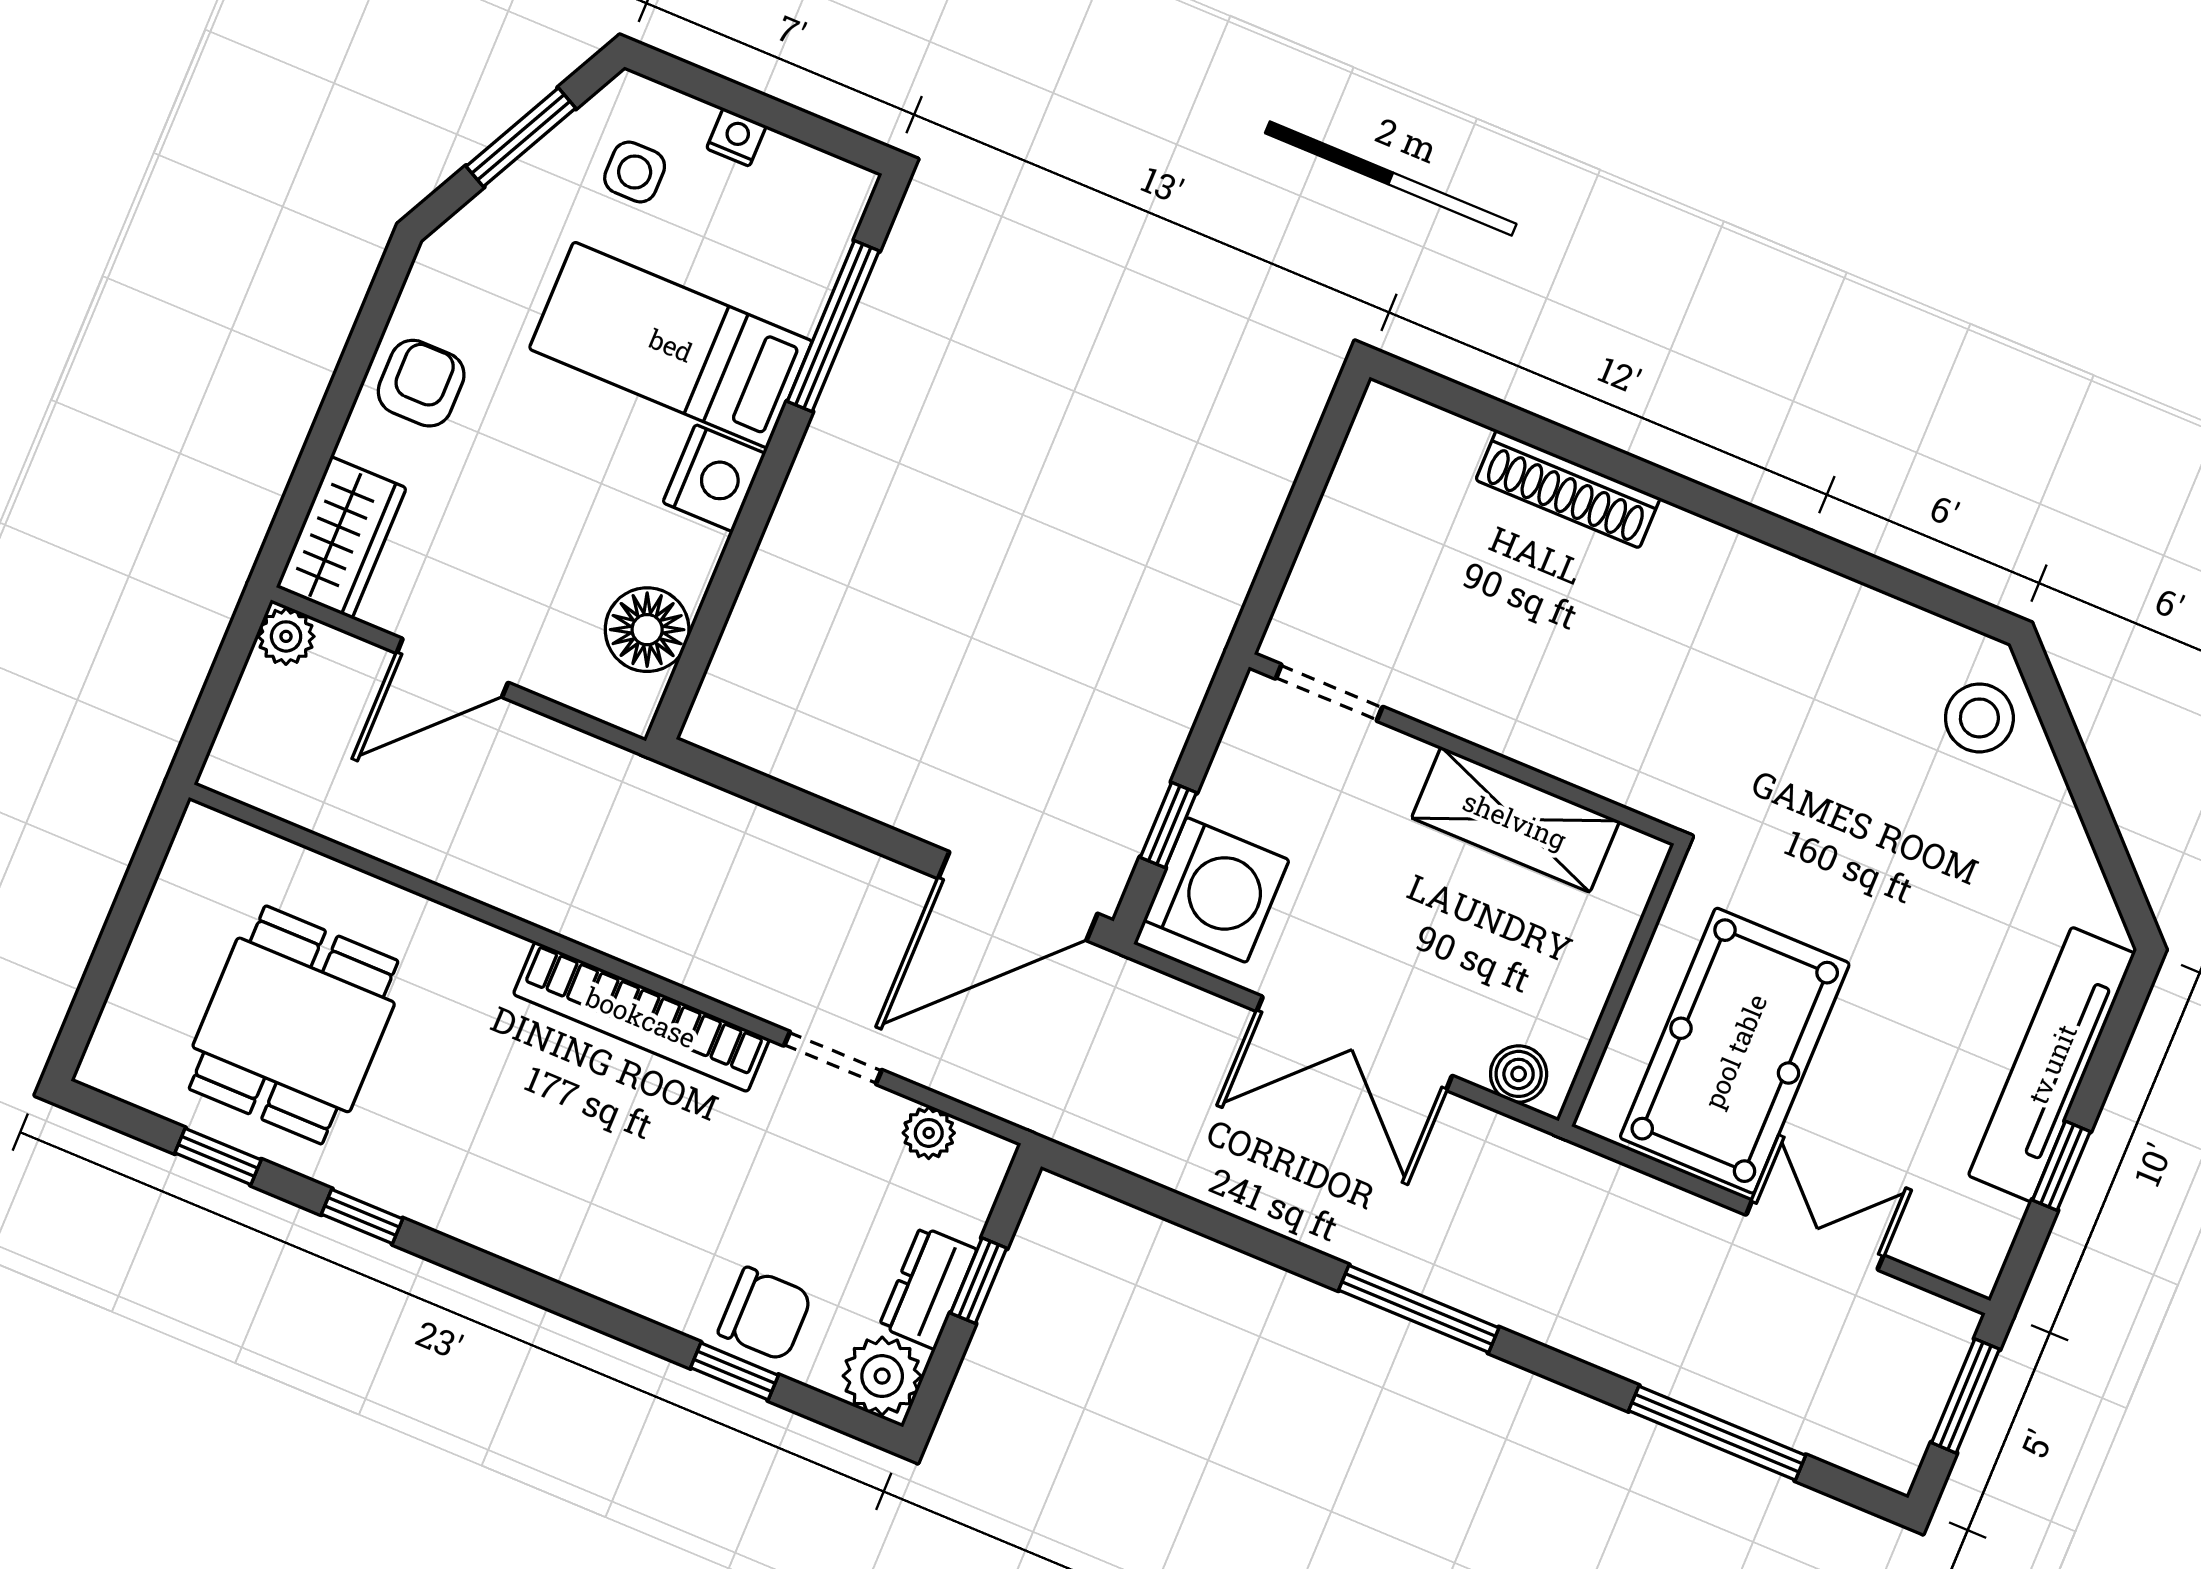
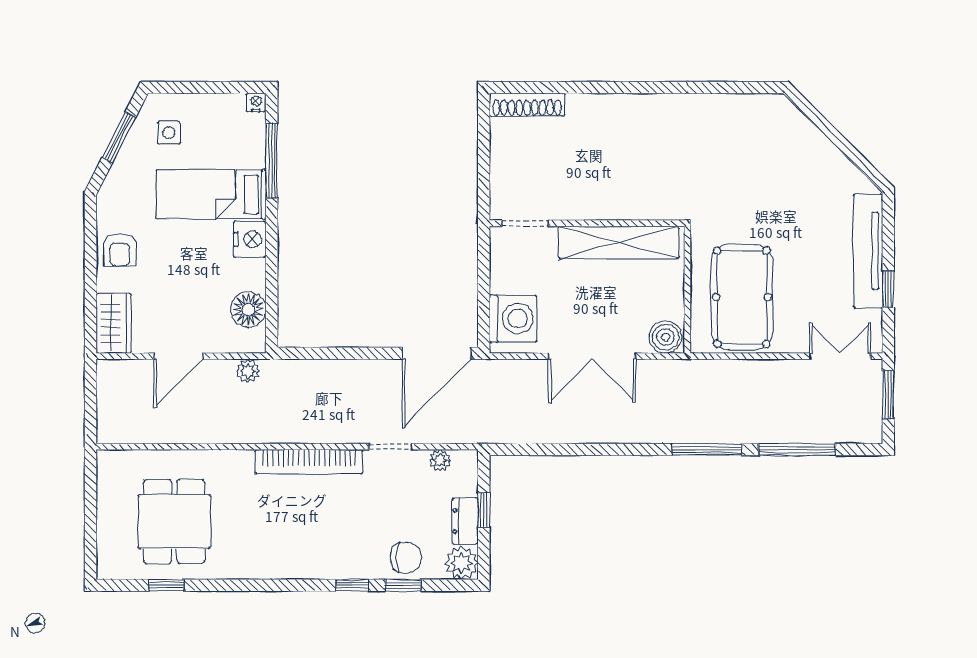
nightstand: (736, 137) -> (256, 102), moved
armchair: (421, 383) -> (120, 250), turned 180
shoe rack: (1568, 489) -> (527, 105), moved
plant: (286, 636) -> (248, 371), moved
stool: (1979, 718) -> (783, 127), removed
shelving: (1515, 820) -> (619, 242), width x1.47
window: (1168, 825) -> (484, 301), removed
boiler: (1519, 1074) -> (665, 337), width x1.36, depth x1.36
window: (362, 1216) -> (352, 585), moved
double door: (1815, 1235) -> (840, 356), moved
window: (1419, 1309) -> (707, 449), moved

